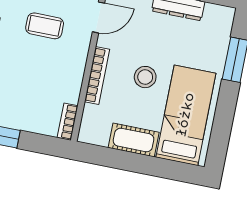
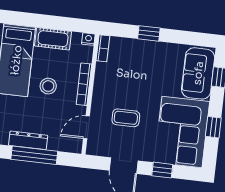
nightstand: (86, 136) -> (88, 39), added

